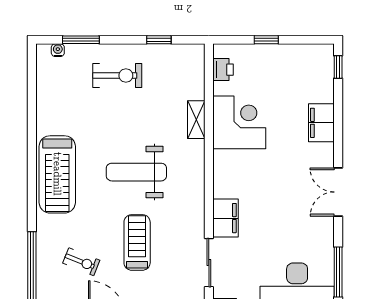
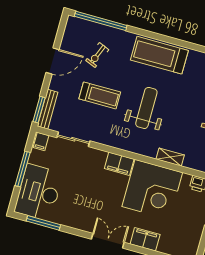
corner desk: (239, 122) -> (152, 190), width x1.36, depth x1.36
double door: (338, 192) -> (108, 241), moved
filing cabinet: (225, 218) -> (119, 164), moved

